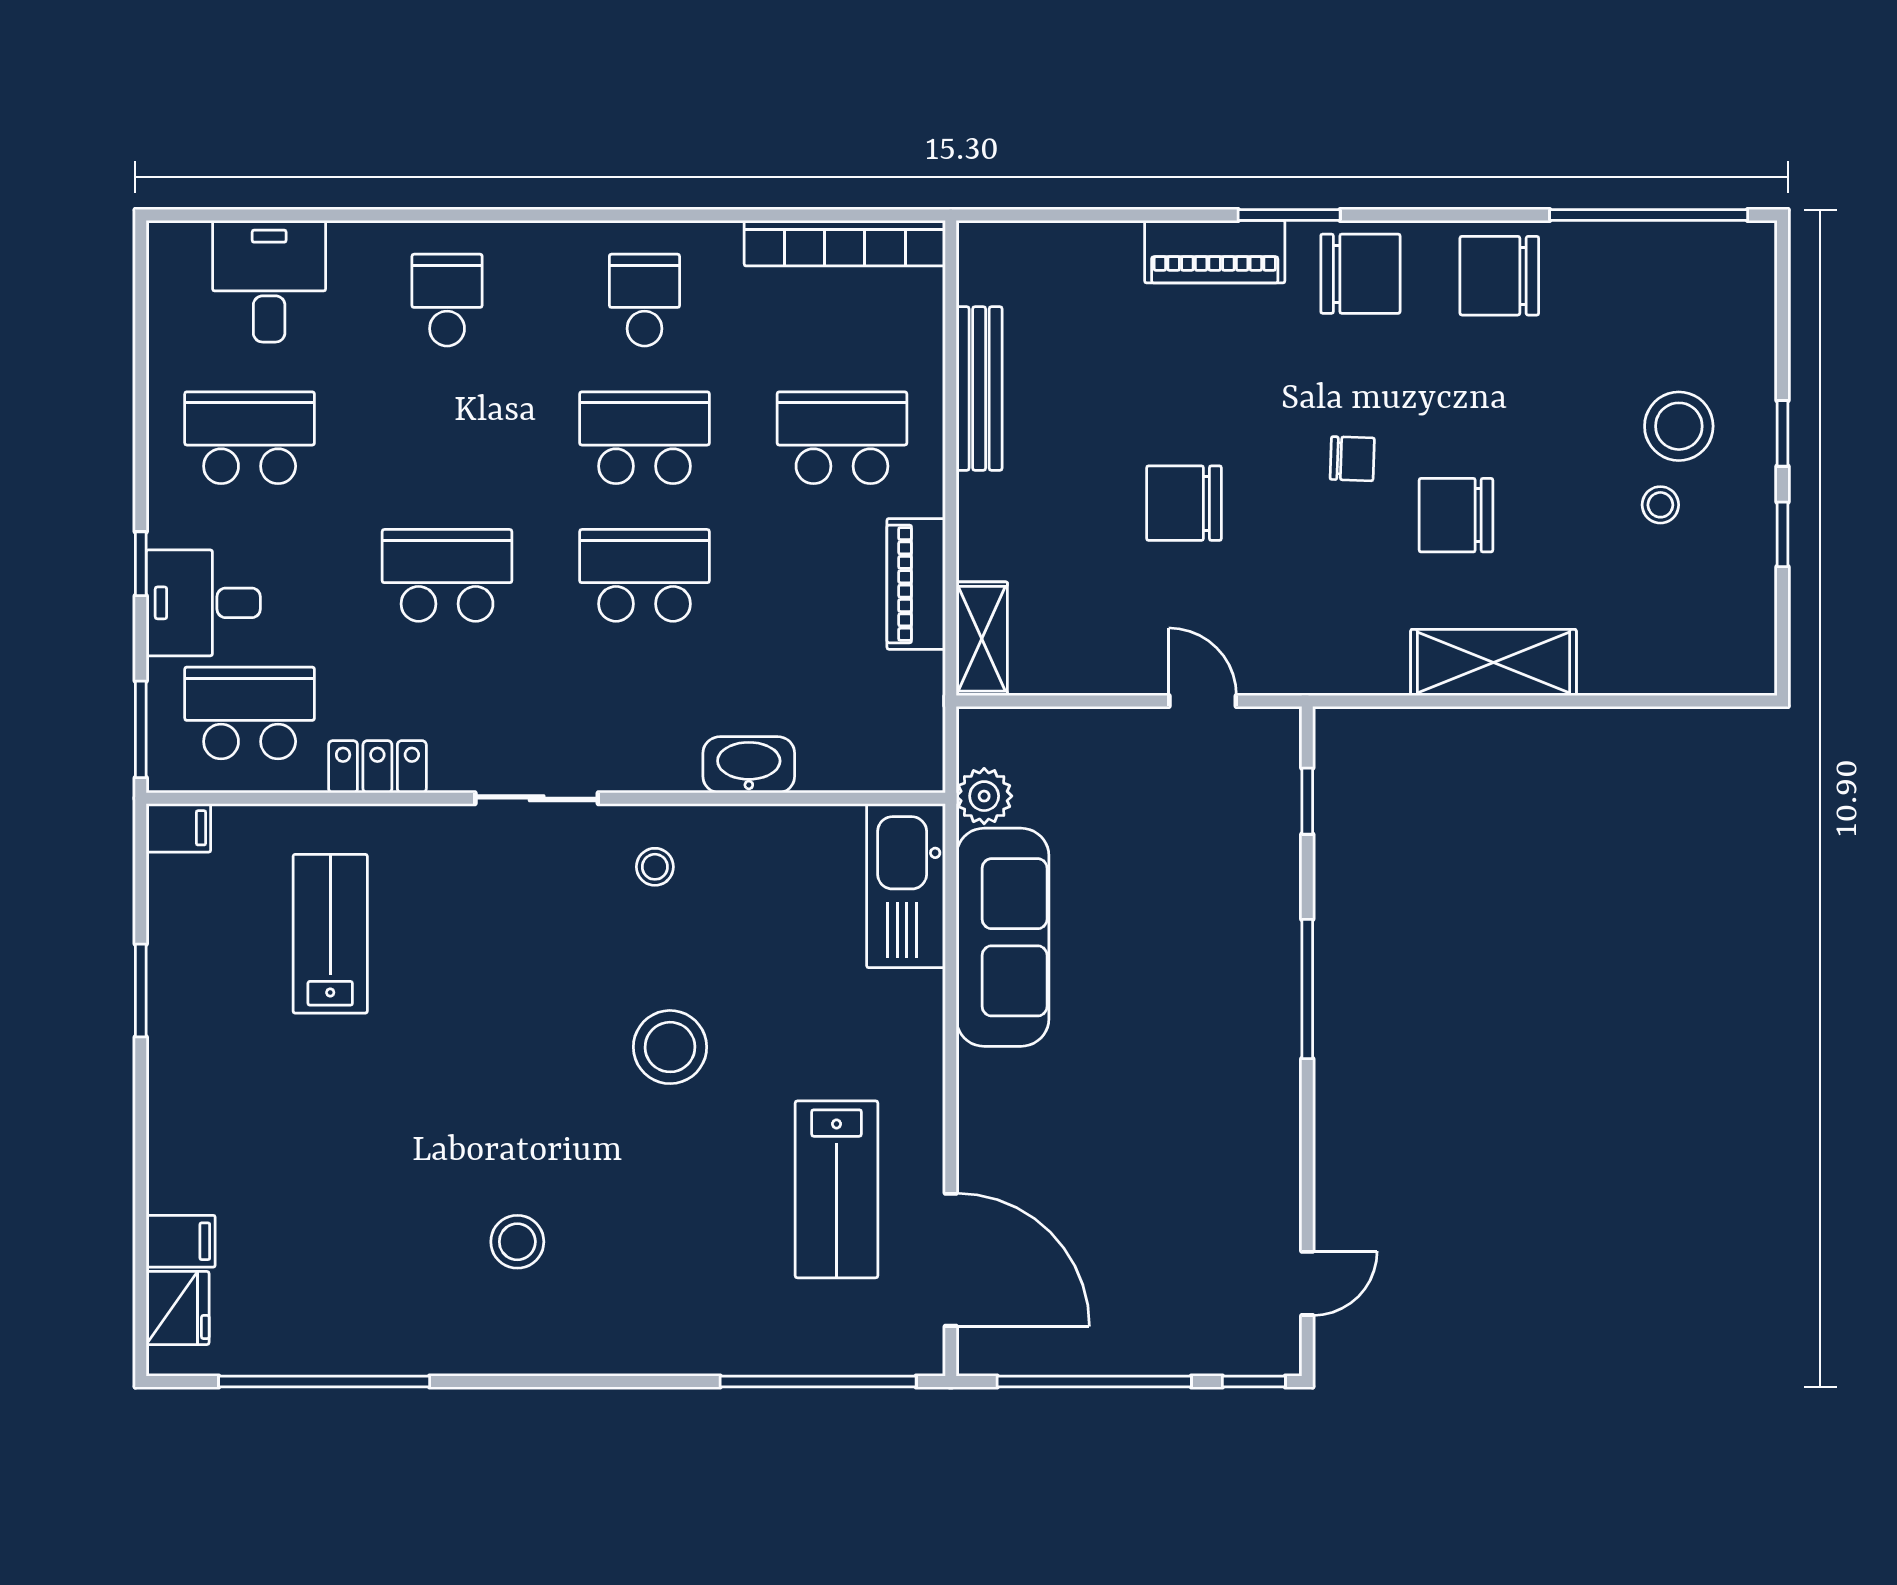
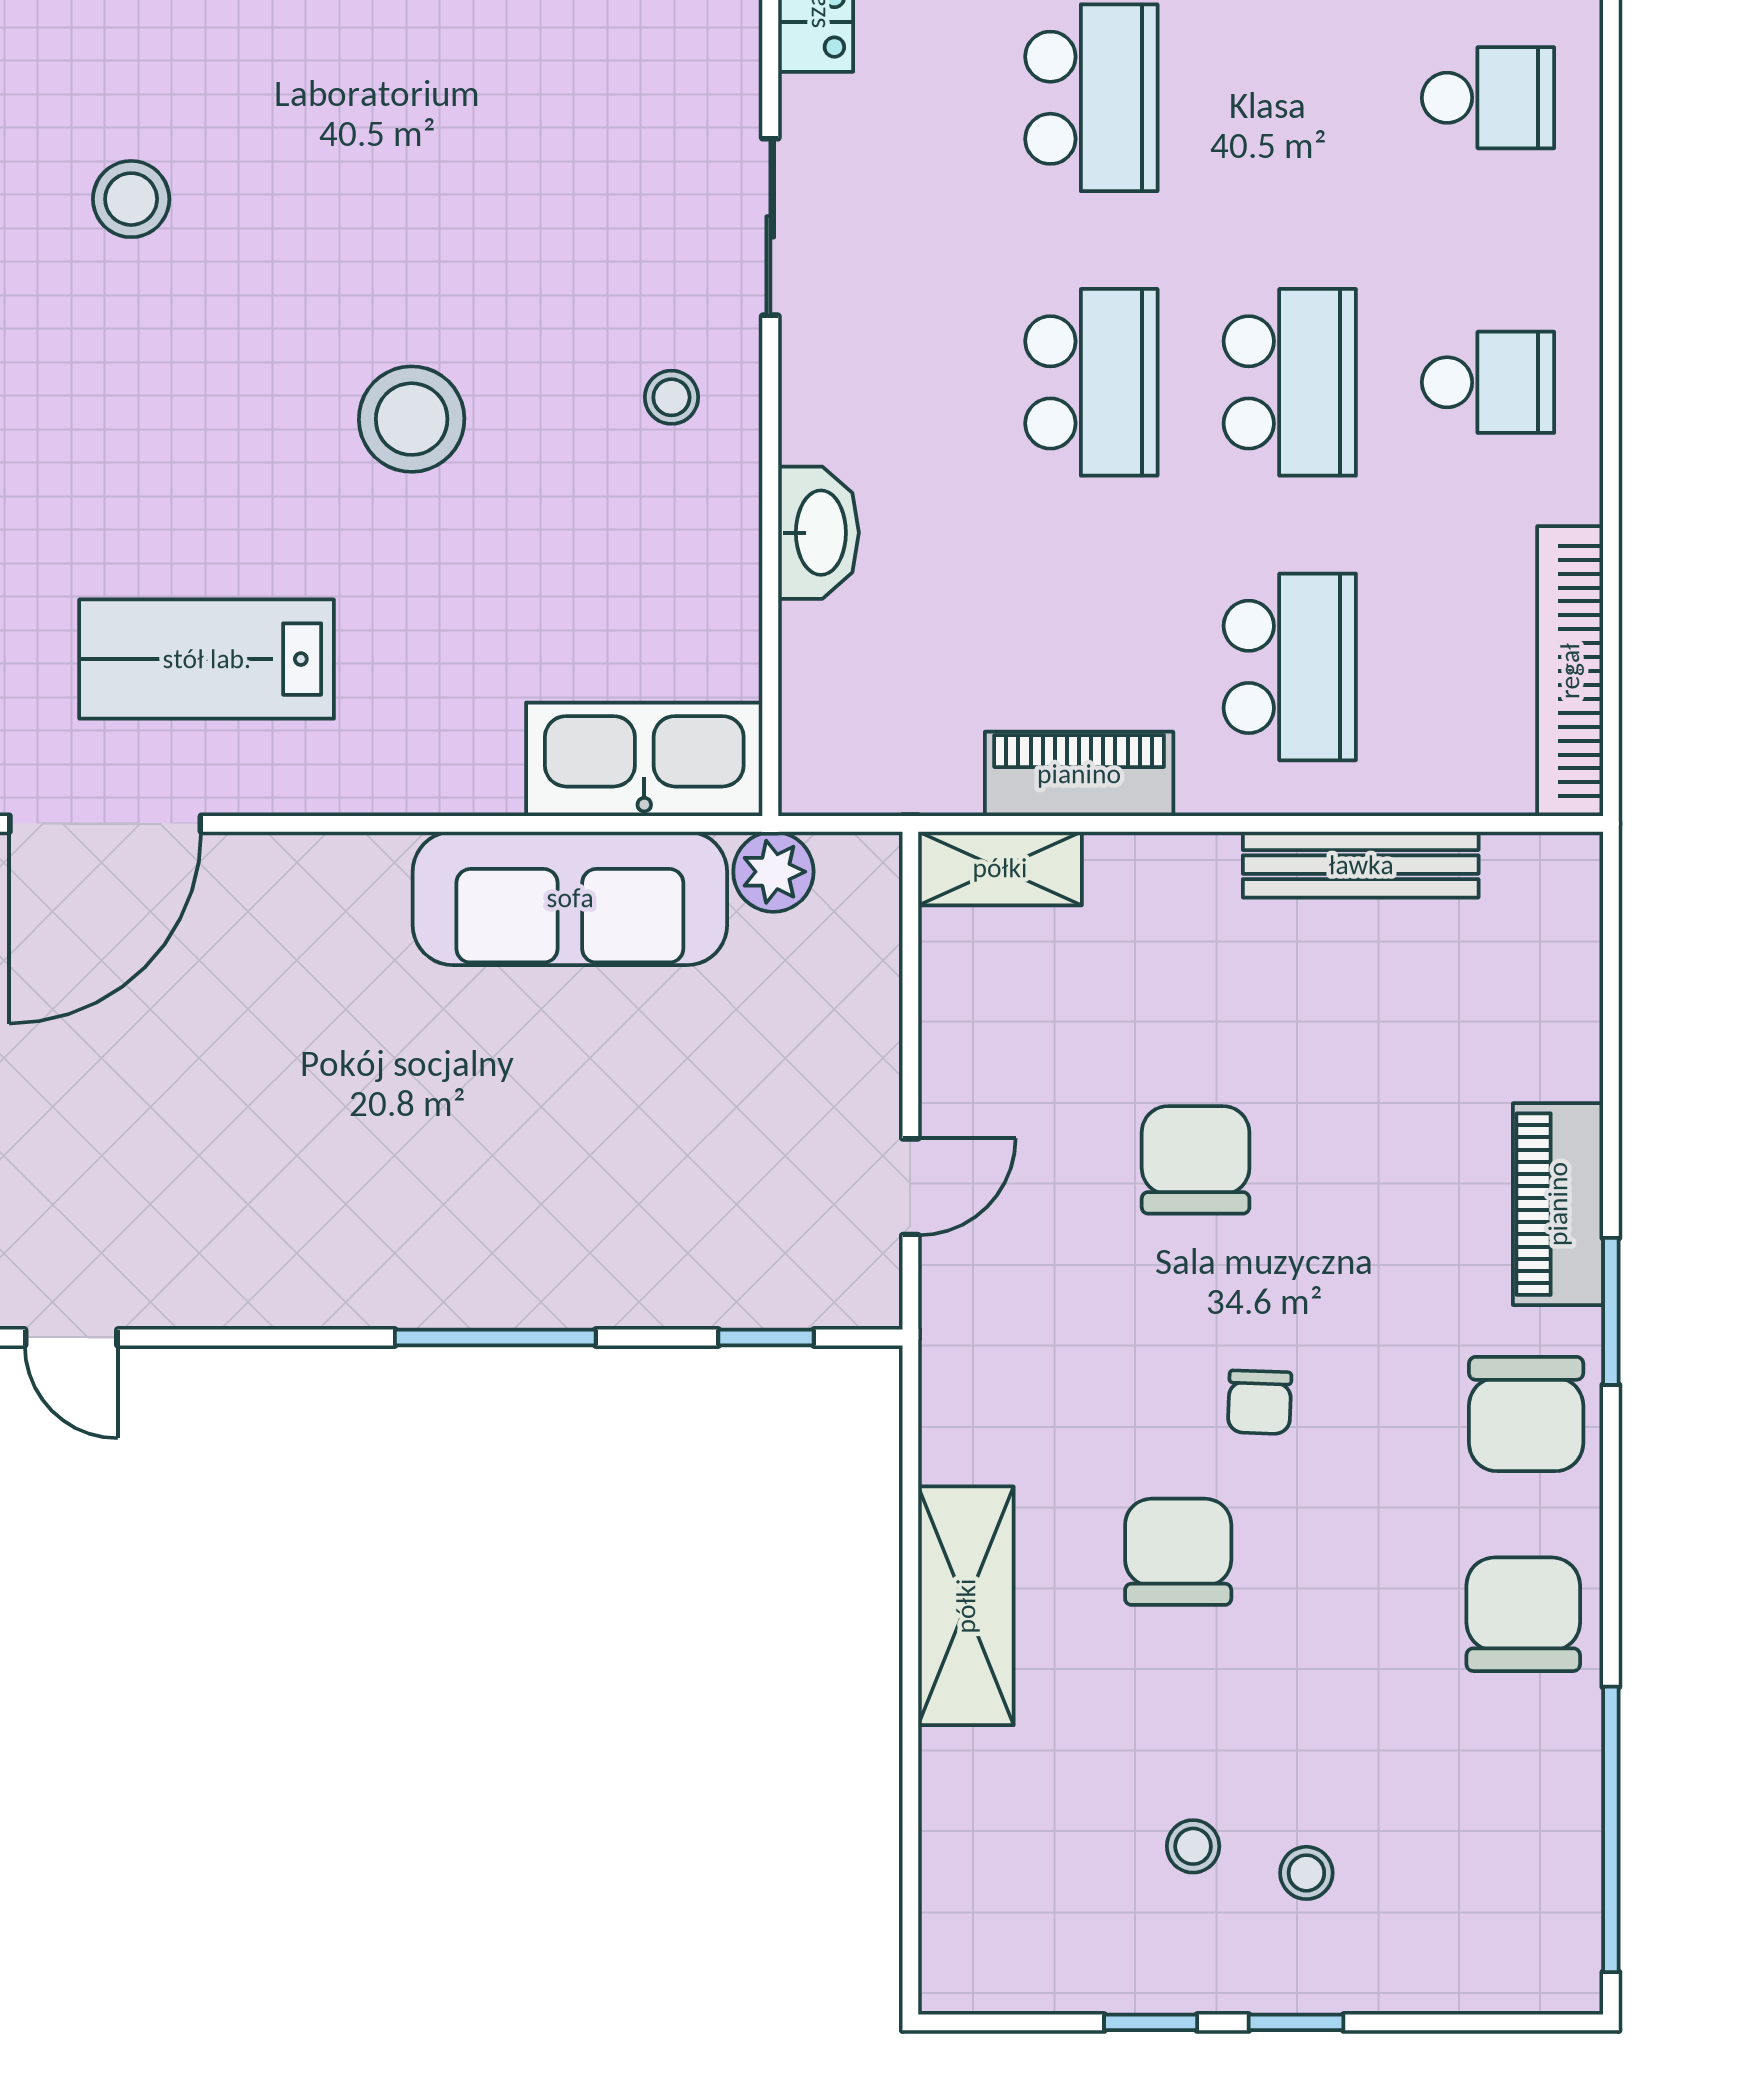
stool: (1679, 426) -> (1306, 1873), width x0.53, depth x0.53

